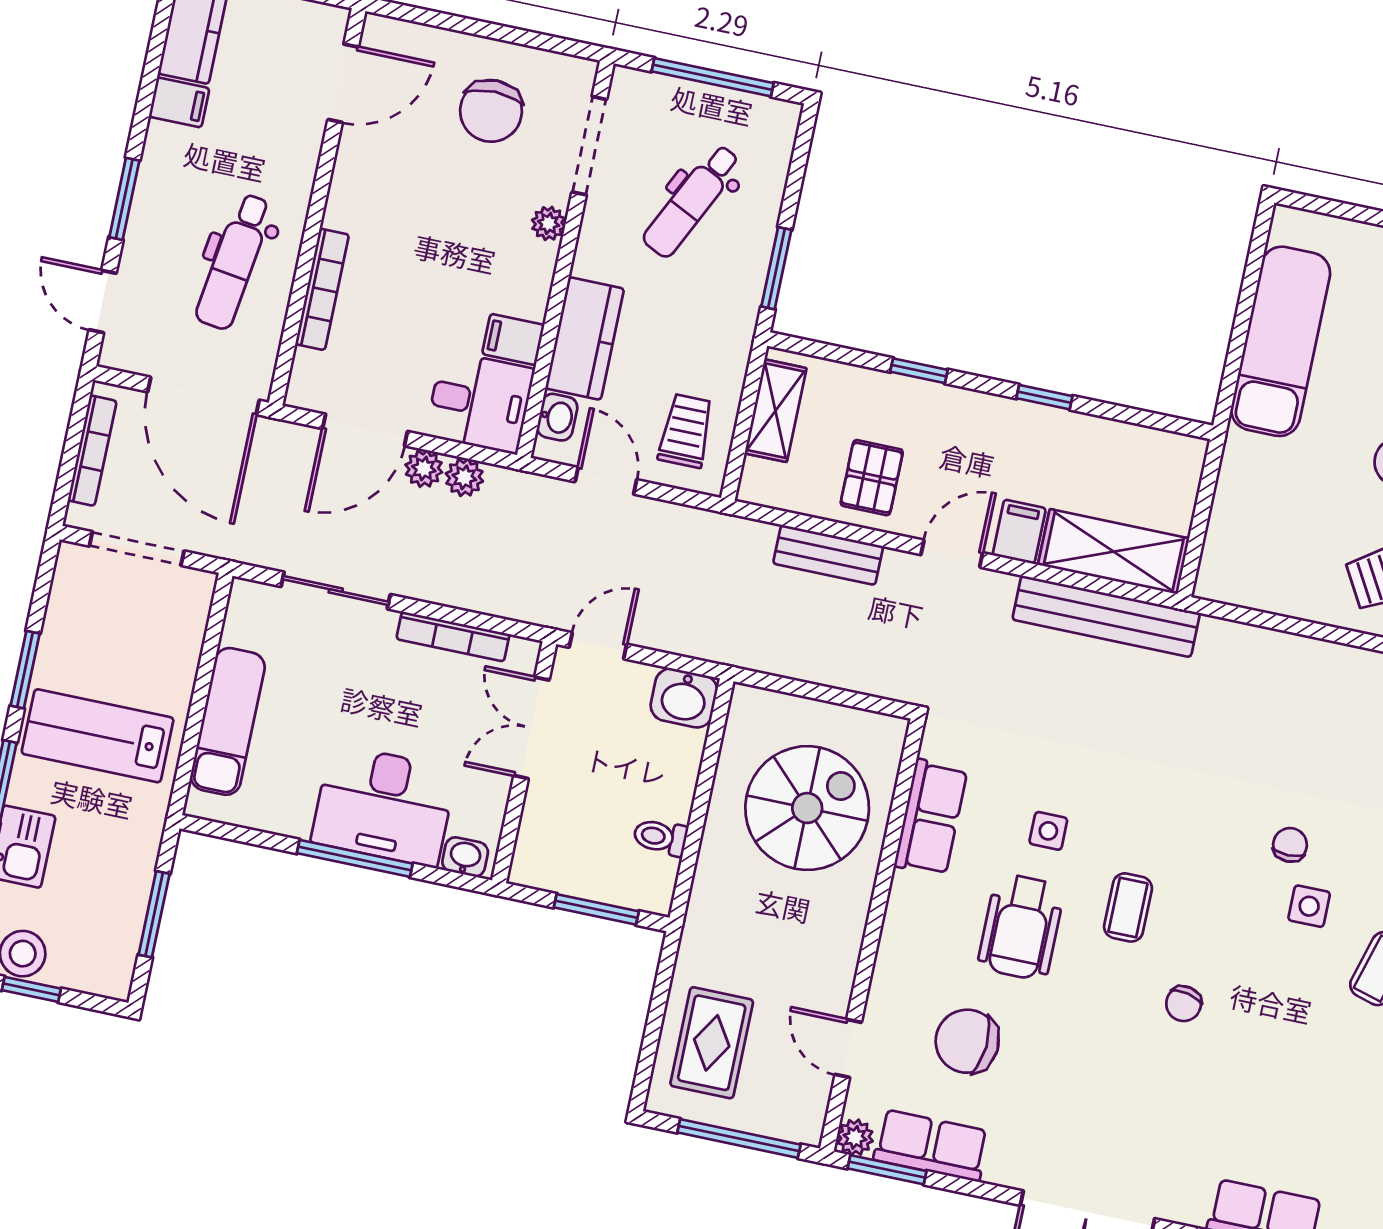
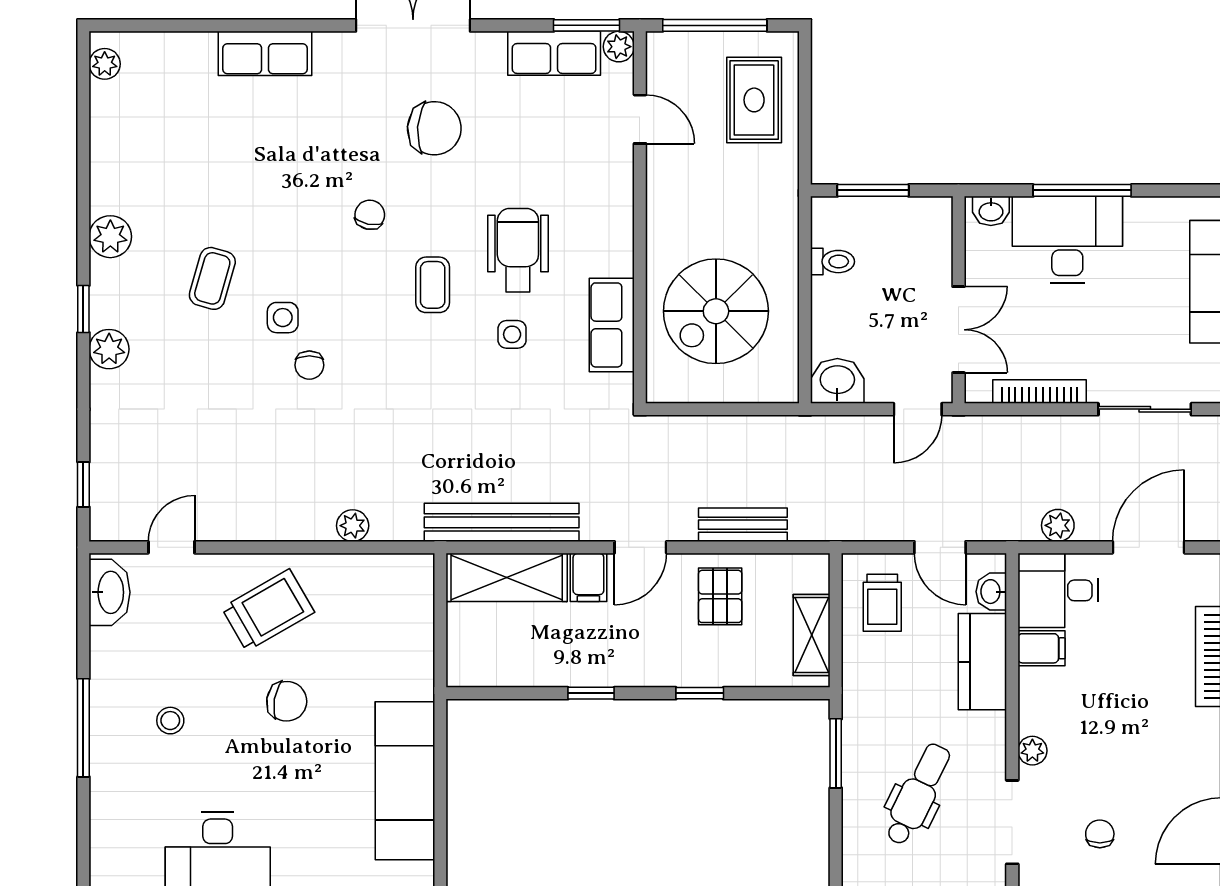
chair: (491, 111) -> (1100, 834), width x0.54, depth x0.54
plant: (424, 469) -> (353, 526), moved
chair: (967, 1041) -> (434, 128), moved

